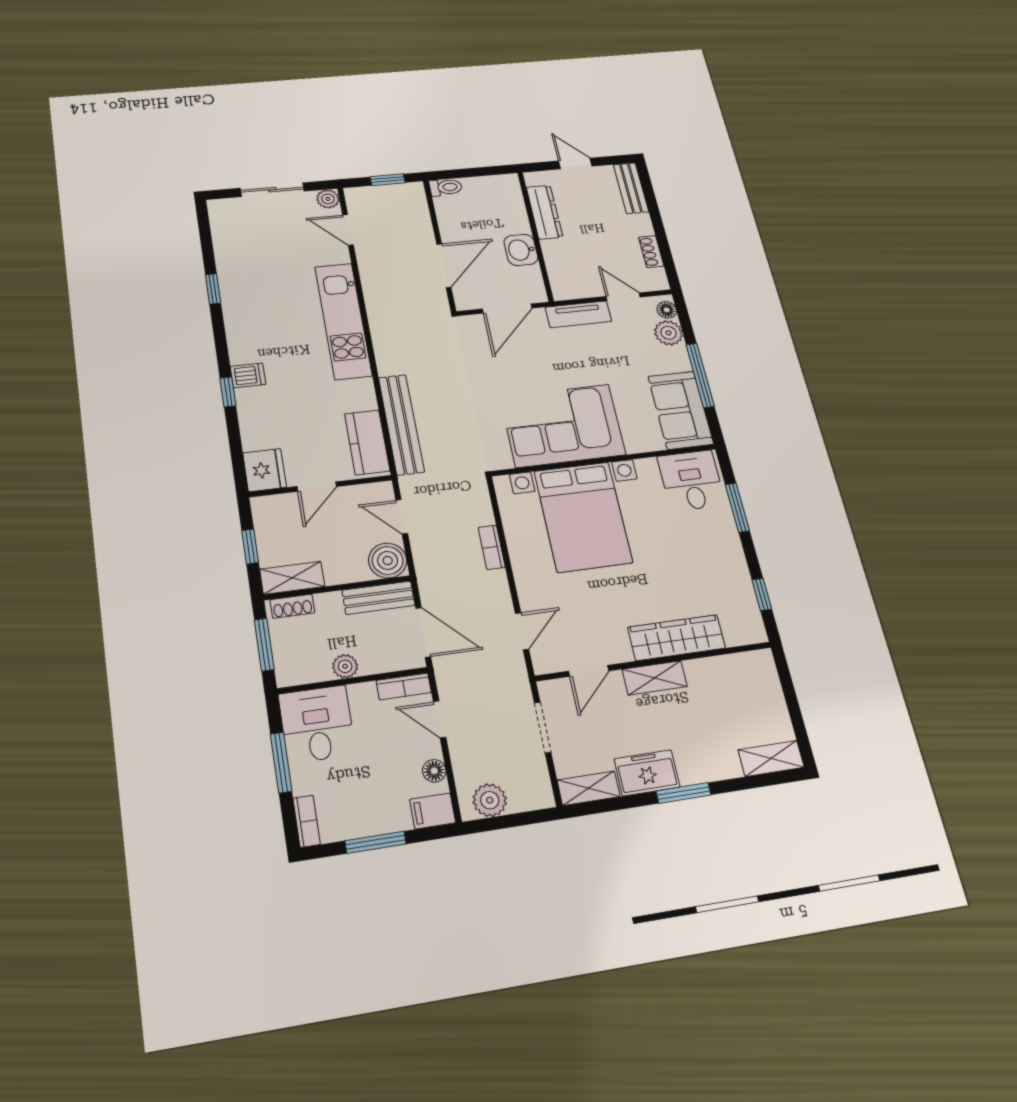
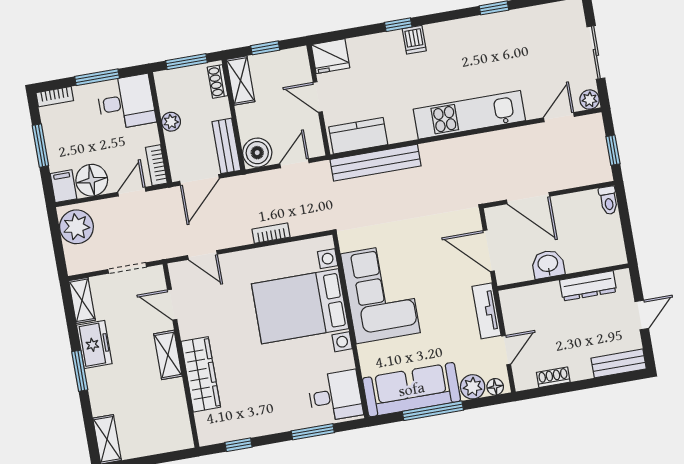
sofa: (681, 410) -> (412, 390), width x1.36
floor lamp: (434, 771) -> (92, 180), width x1.89, depth x1.89
plant: (490, 800) -> (76, 227), width x1.36, depth x1.36

